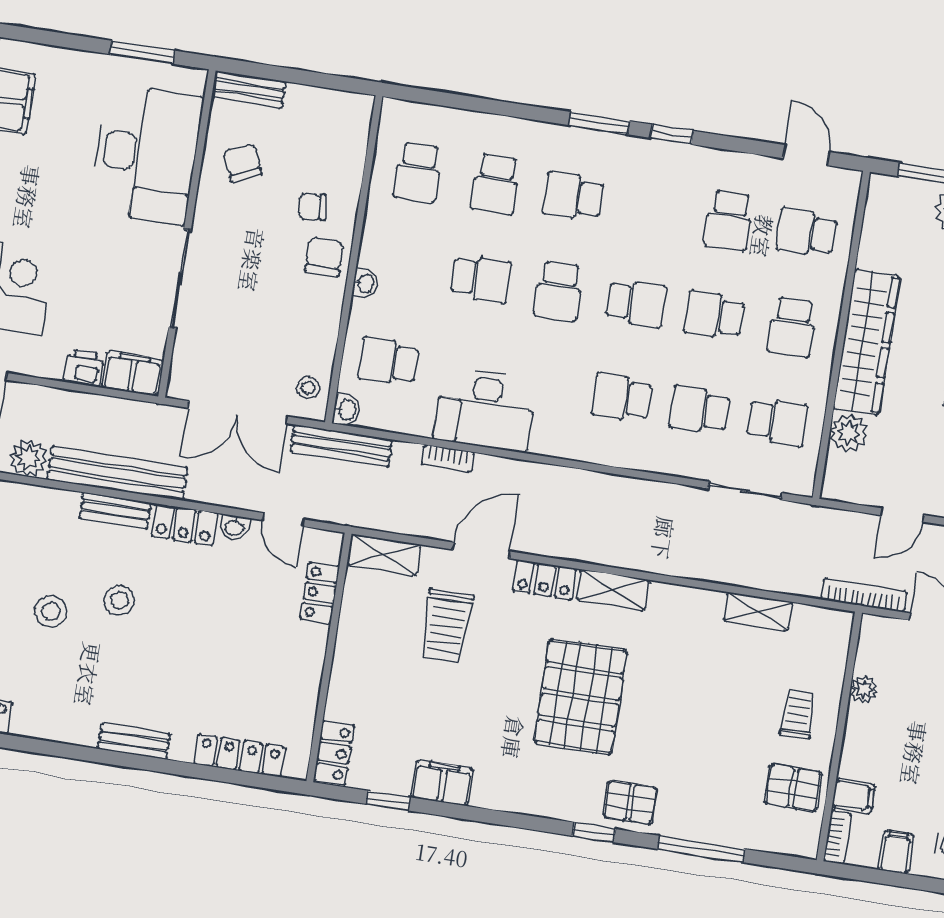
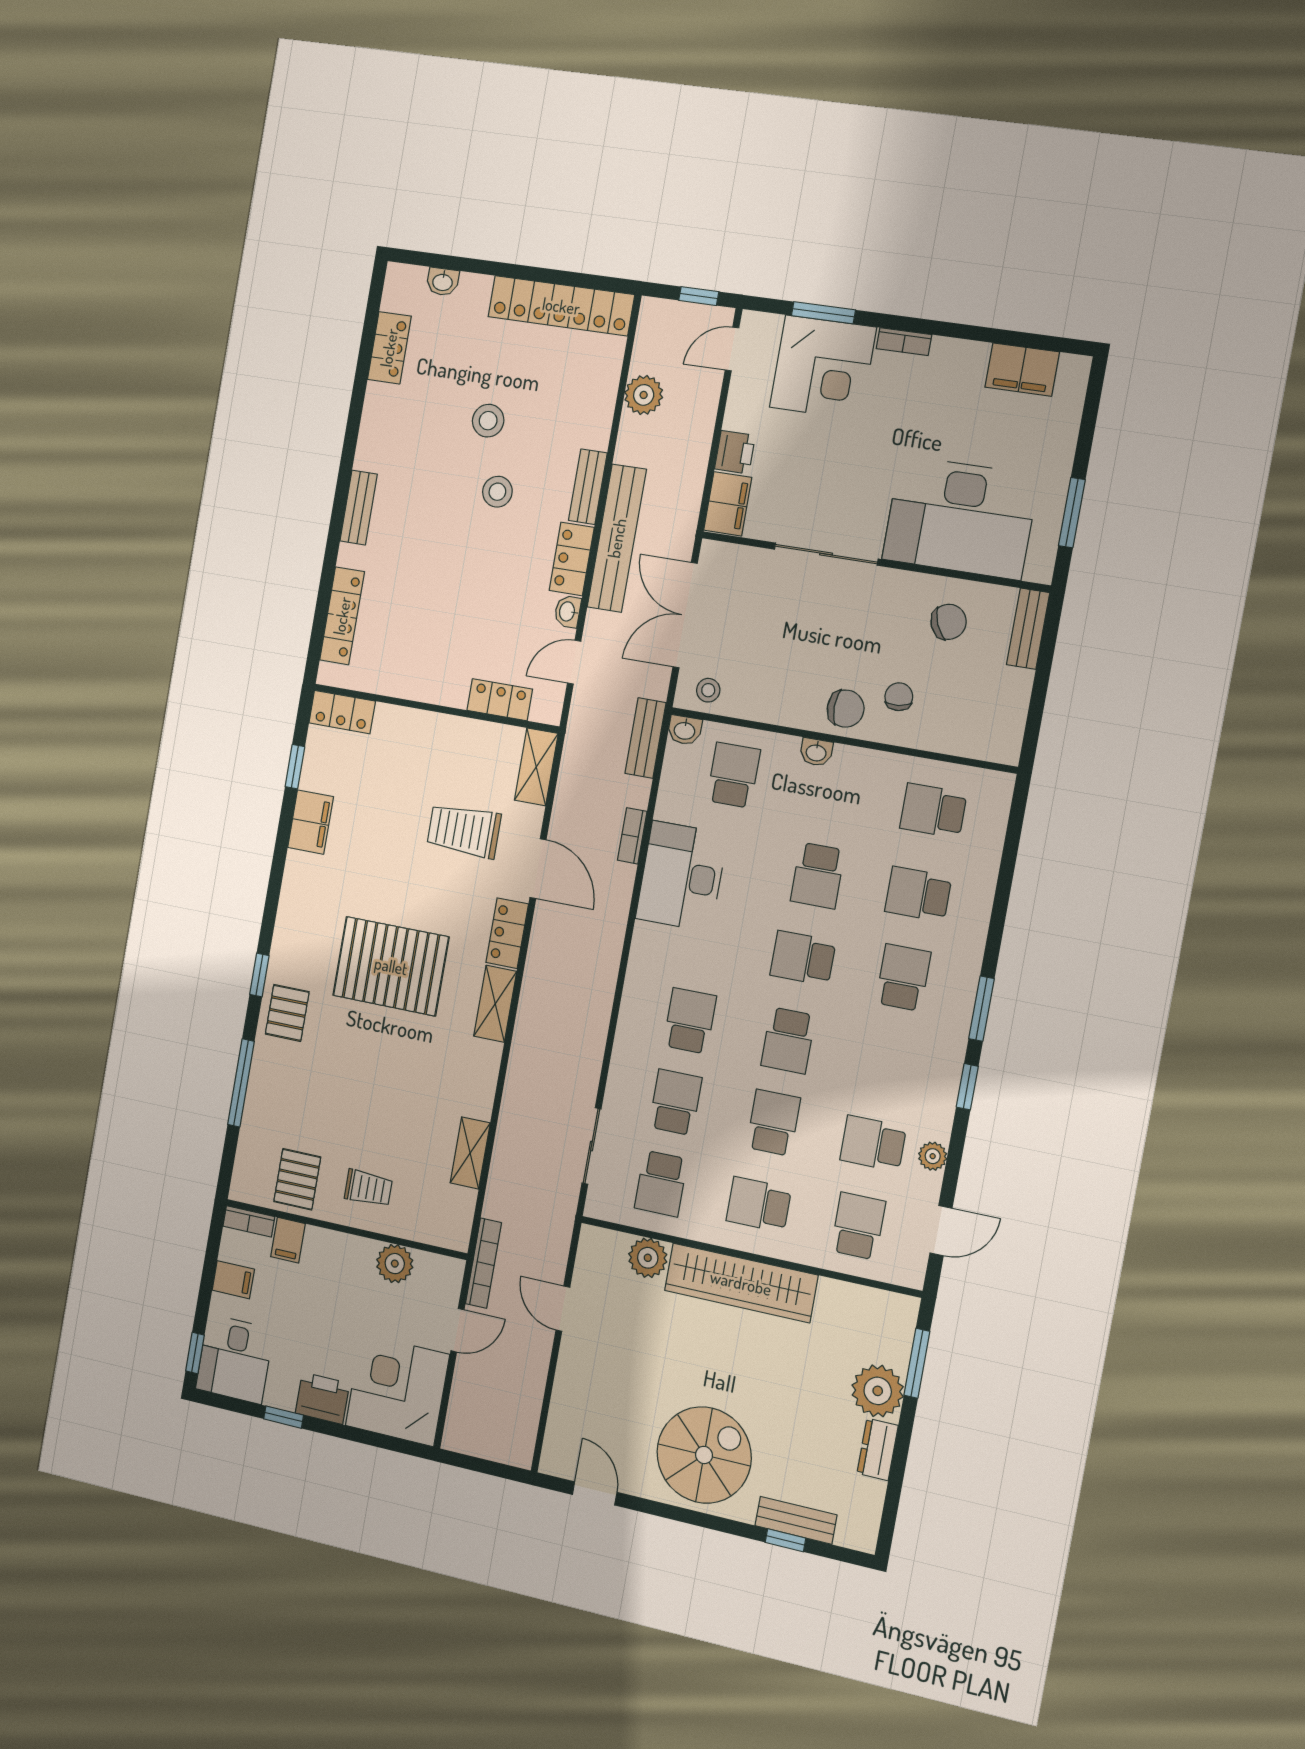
plant: (738, 165) -> (933, 1156), added
bench: (341, 446) -> (645, 738), width x0.73
bench: (117, 473) -> (617, 538), moved
plant: (864, 689) -> (395, 1264), width x1.38, depth x1.38

